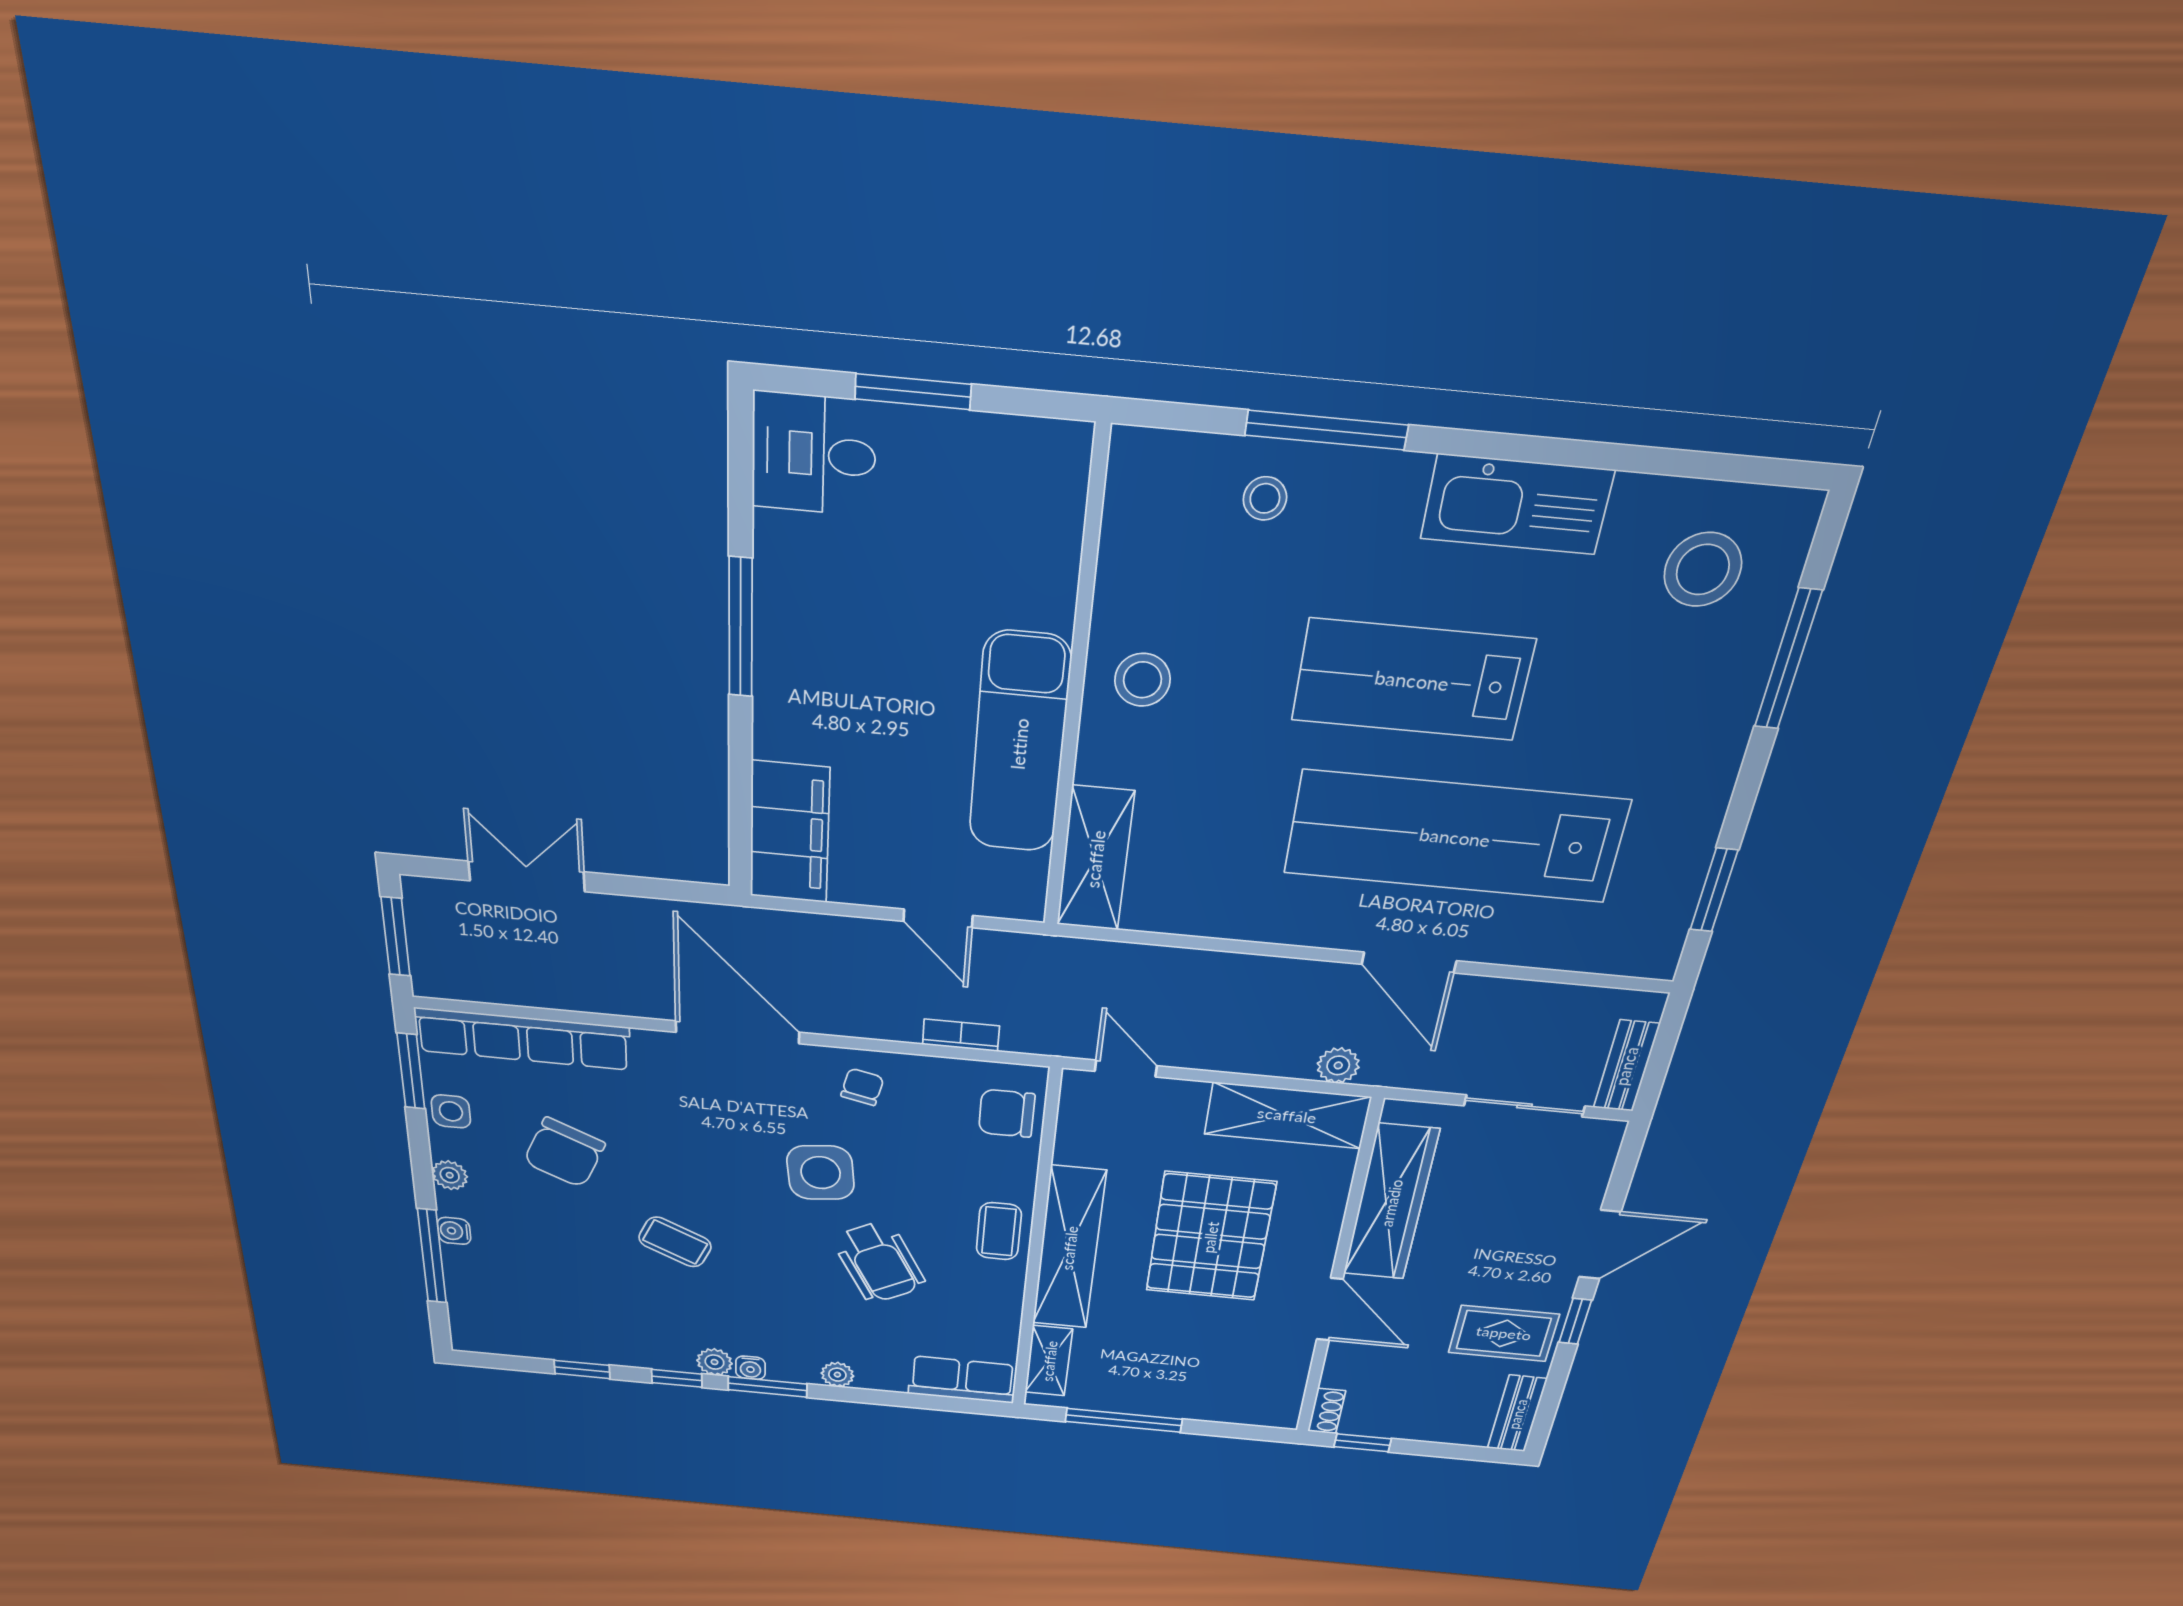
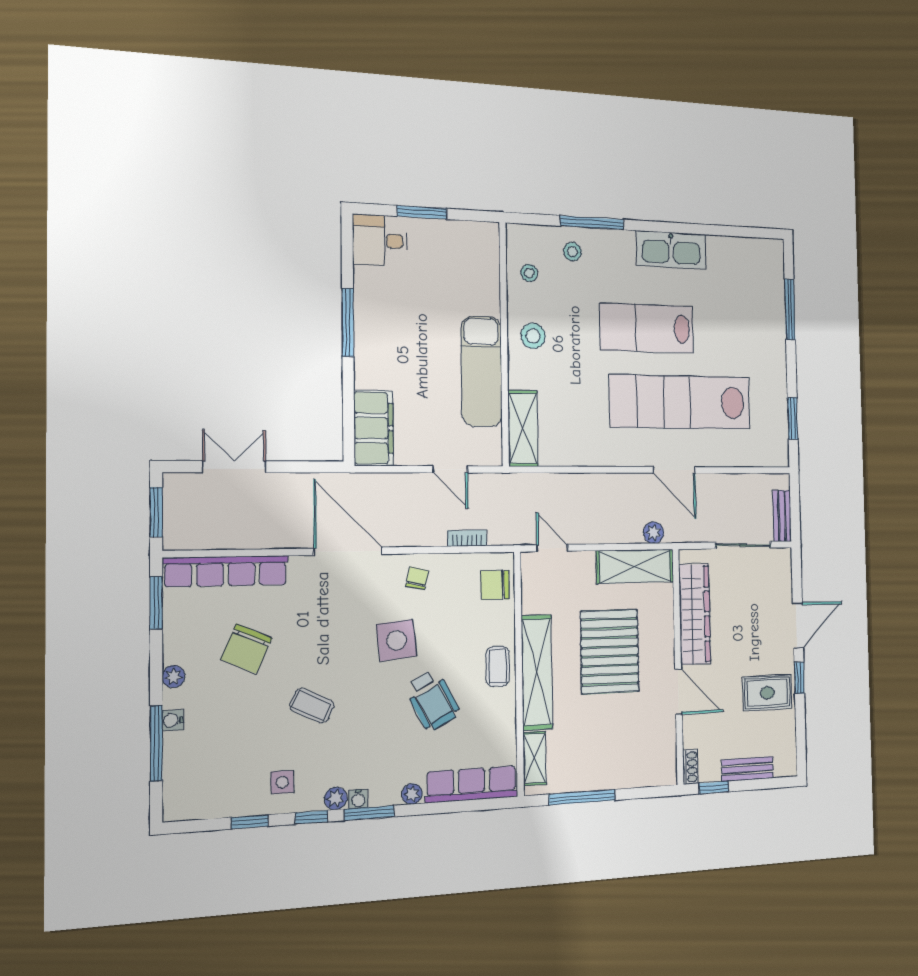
stool: (1703, 570) -> (529, 273), moved, width x0.53, depth x0.53
side table: (451, 1111) -> (282, 782), moved
row of seats: (962, 1380) -> (472, 784), width x1.48
bench: (1517, 1414) -> (748, 769), moved, turned 90

